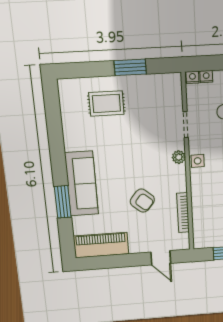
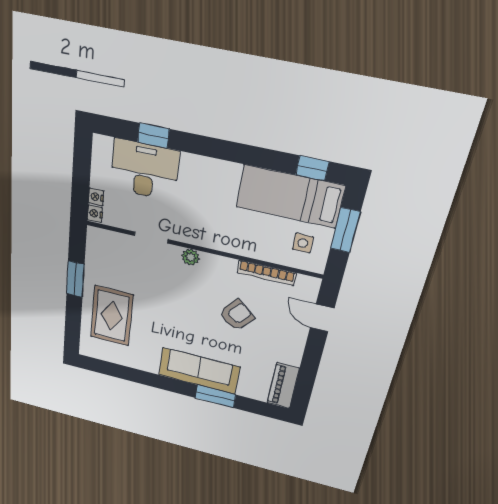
rug: (106, 103) -> (112, 316), width x1.36, depth x1.43
side table: (198, 161) -> (303, 243), moved
piano: (101, 245) -> (283, 386), width x0.73, depth x0.75
door: (161, 258) -> (322, 318), swing flipped

